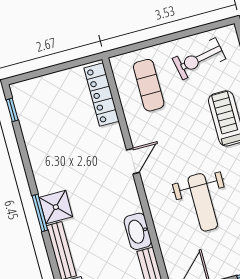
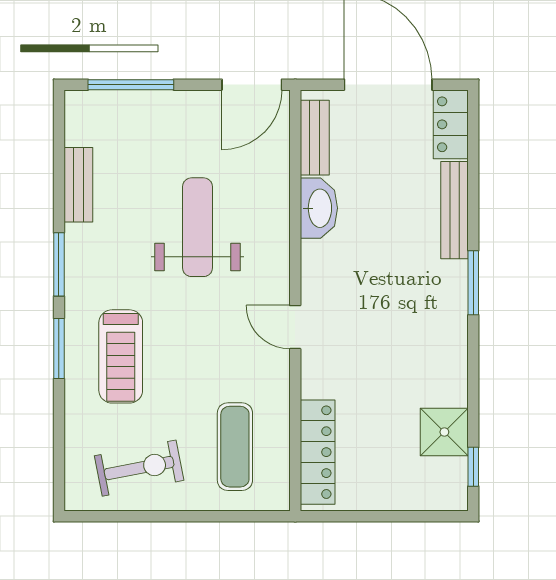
door: (133, 161) -> (295, 327), hinge flipped
shower: (56, 207) -> (444, 432), moved

